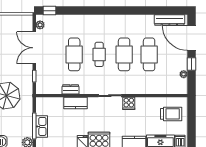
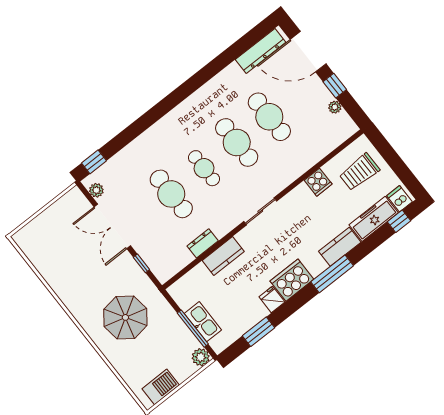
cooker: (129, 103) -> (318, 182), moved
trolley: (171, 114) -> (359, 172), turned 180

